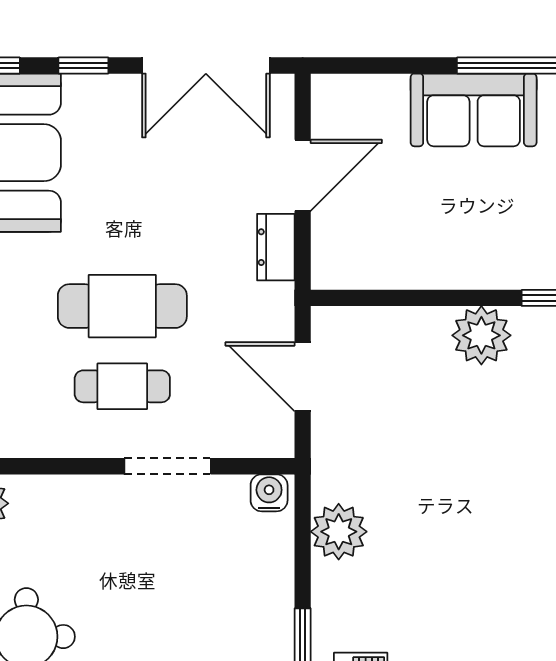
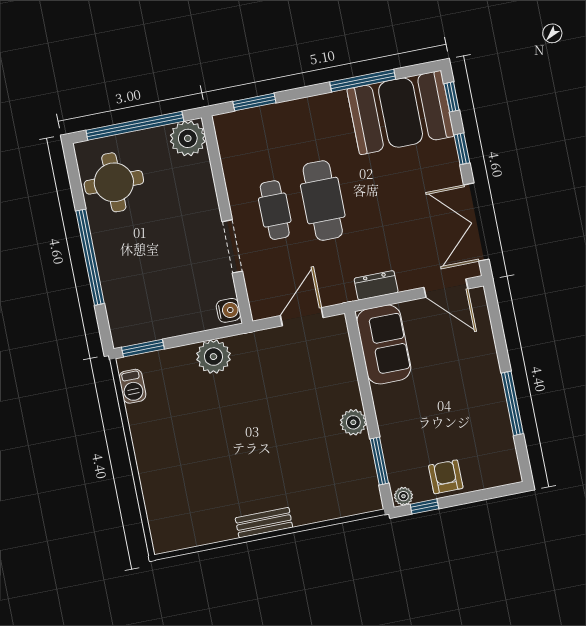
sofa: (474, 110) -> (384, 344), moved, turned 180
door: (303, 175) -> (446, 288), moved
plant: (481, 335) -> (353, 422), width x0.73, depth x0.73

